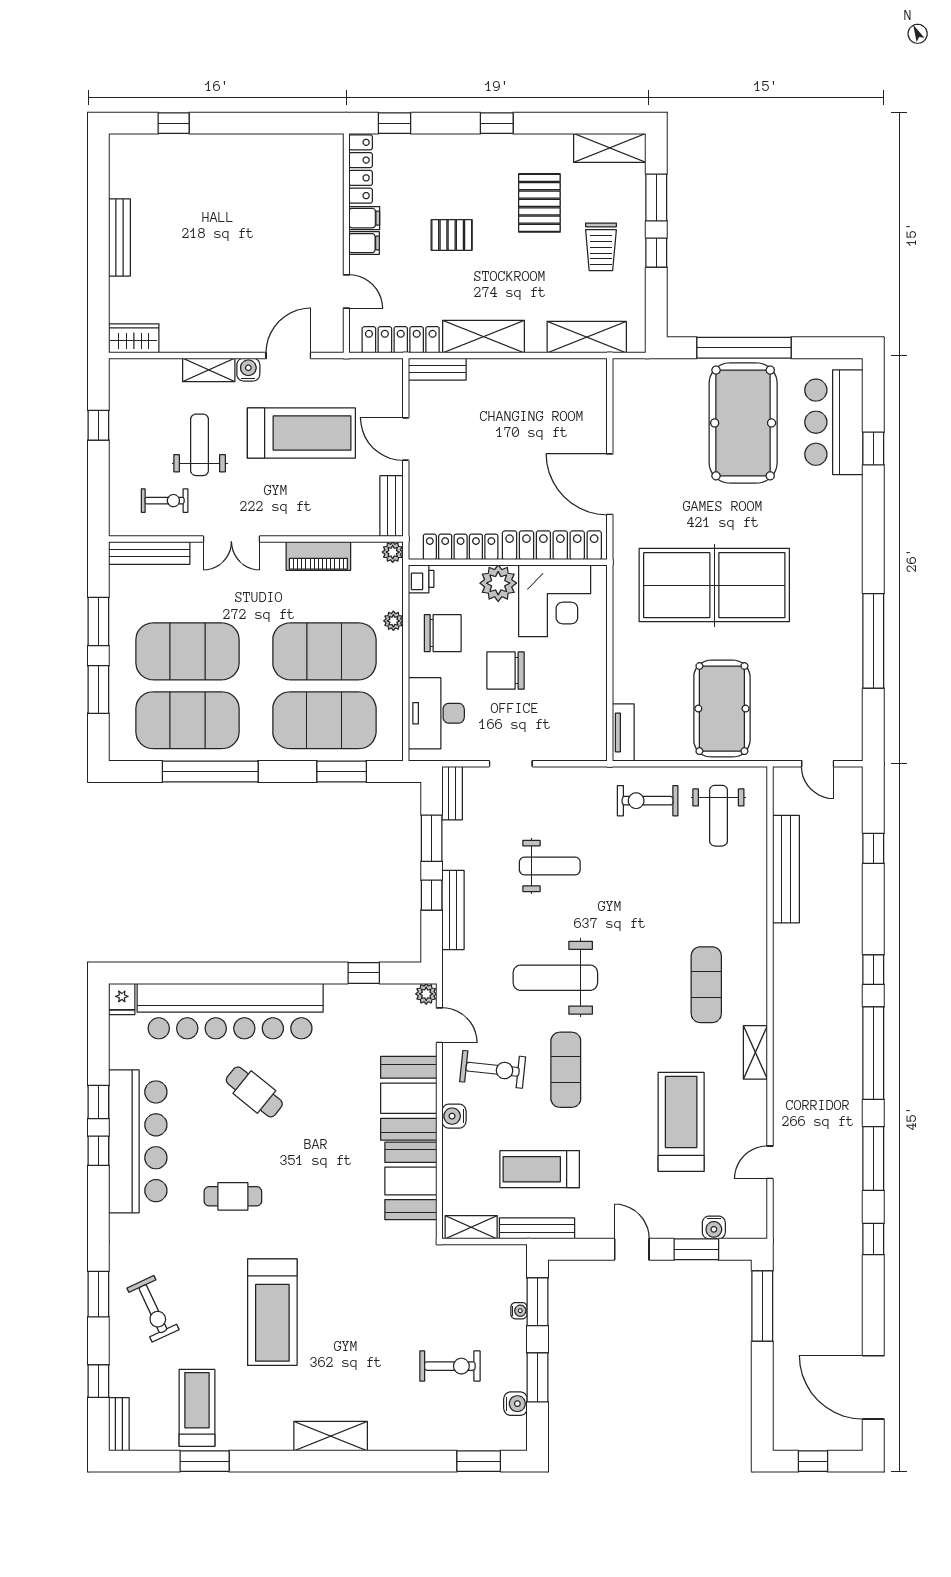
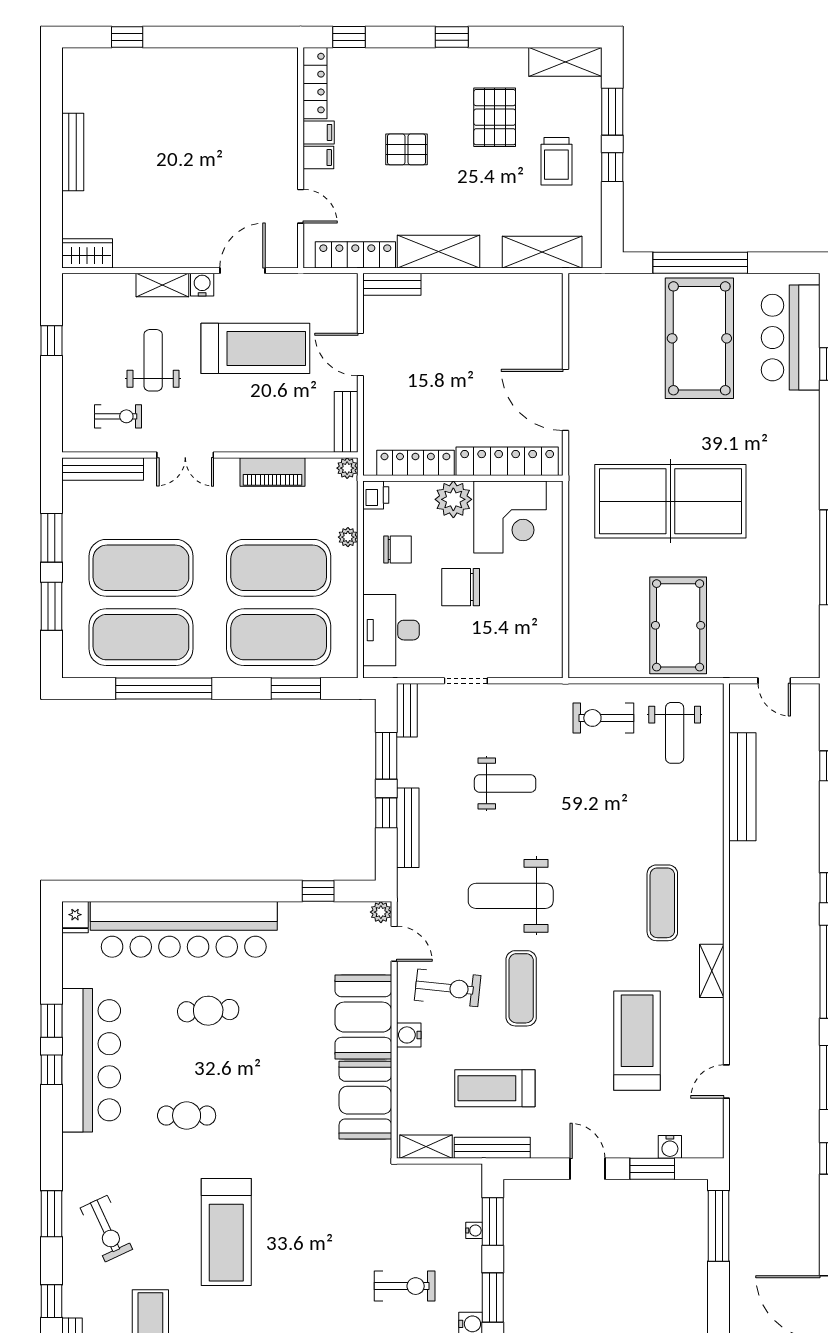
chair: (443, 633) -> (397, 549), width x0.73, depth x0.73
tv unit: (623, 733) -> (579, 649), removed
cafe table: (254, 1092) -> (208, 1011), turned -42

